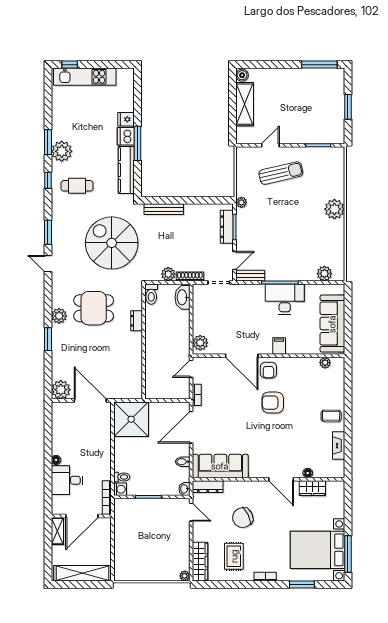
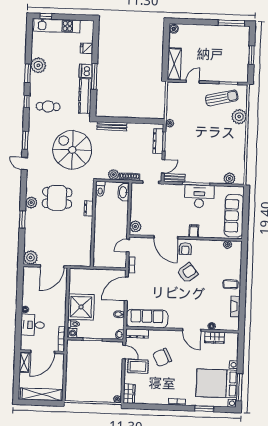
shelving: (245, 104) -> (174, 64), moved
fridge: (126, 119) -> (87, 48), moved
plant: (62, 151) -> (38, 65), moved
sun lounger: (281, 173) -> (222, 98), moved
plant: (334, 209) -> (239, 117), moved
door: (90, 401) -> (52, 266), swing flipped
armchair: (273, 403) -> (188, 273), turned 142
shower: (131, 419) -> (81, 307), moved
rug: (234, 556) -> (138, 366), moved, turned 90
wardrobe: (200, 562) -> (129, 394), width x0.67

